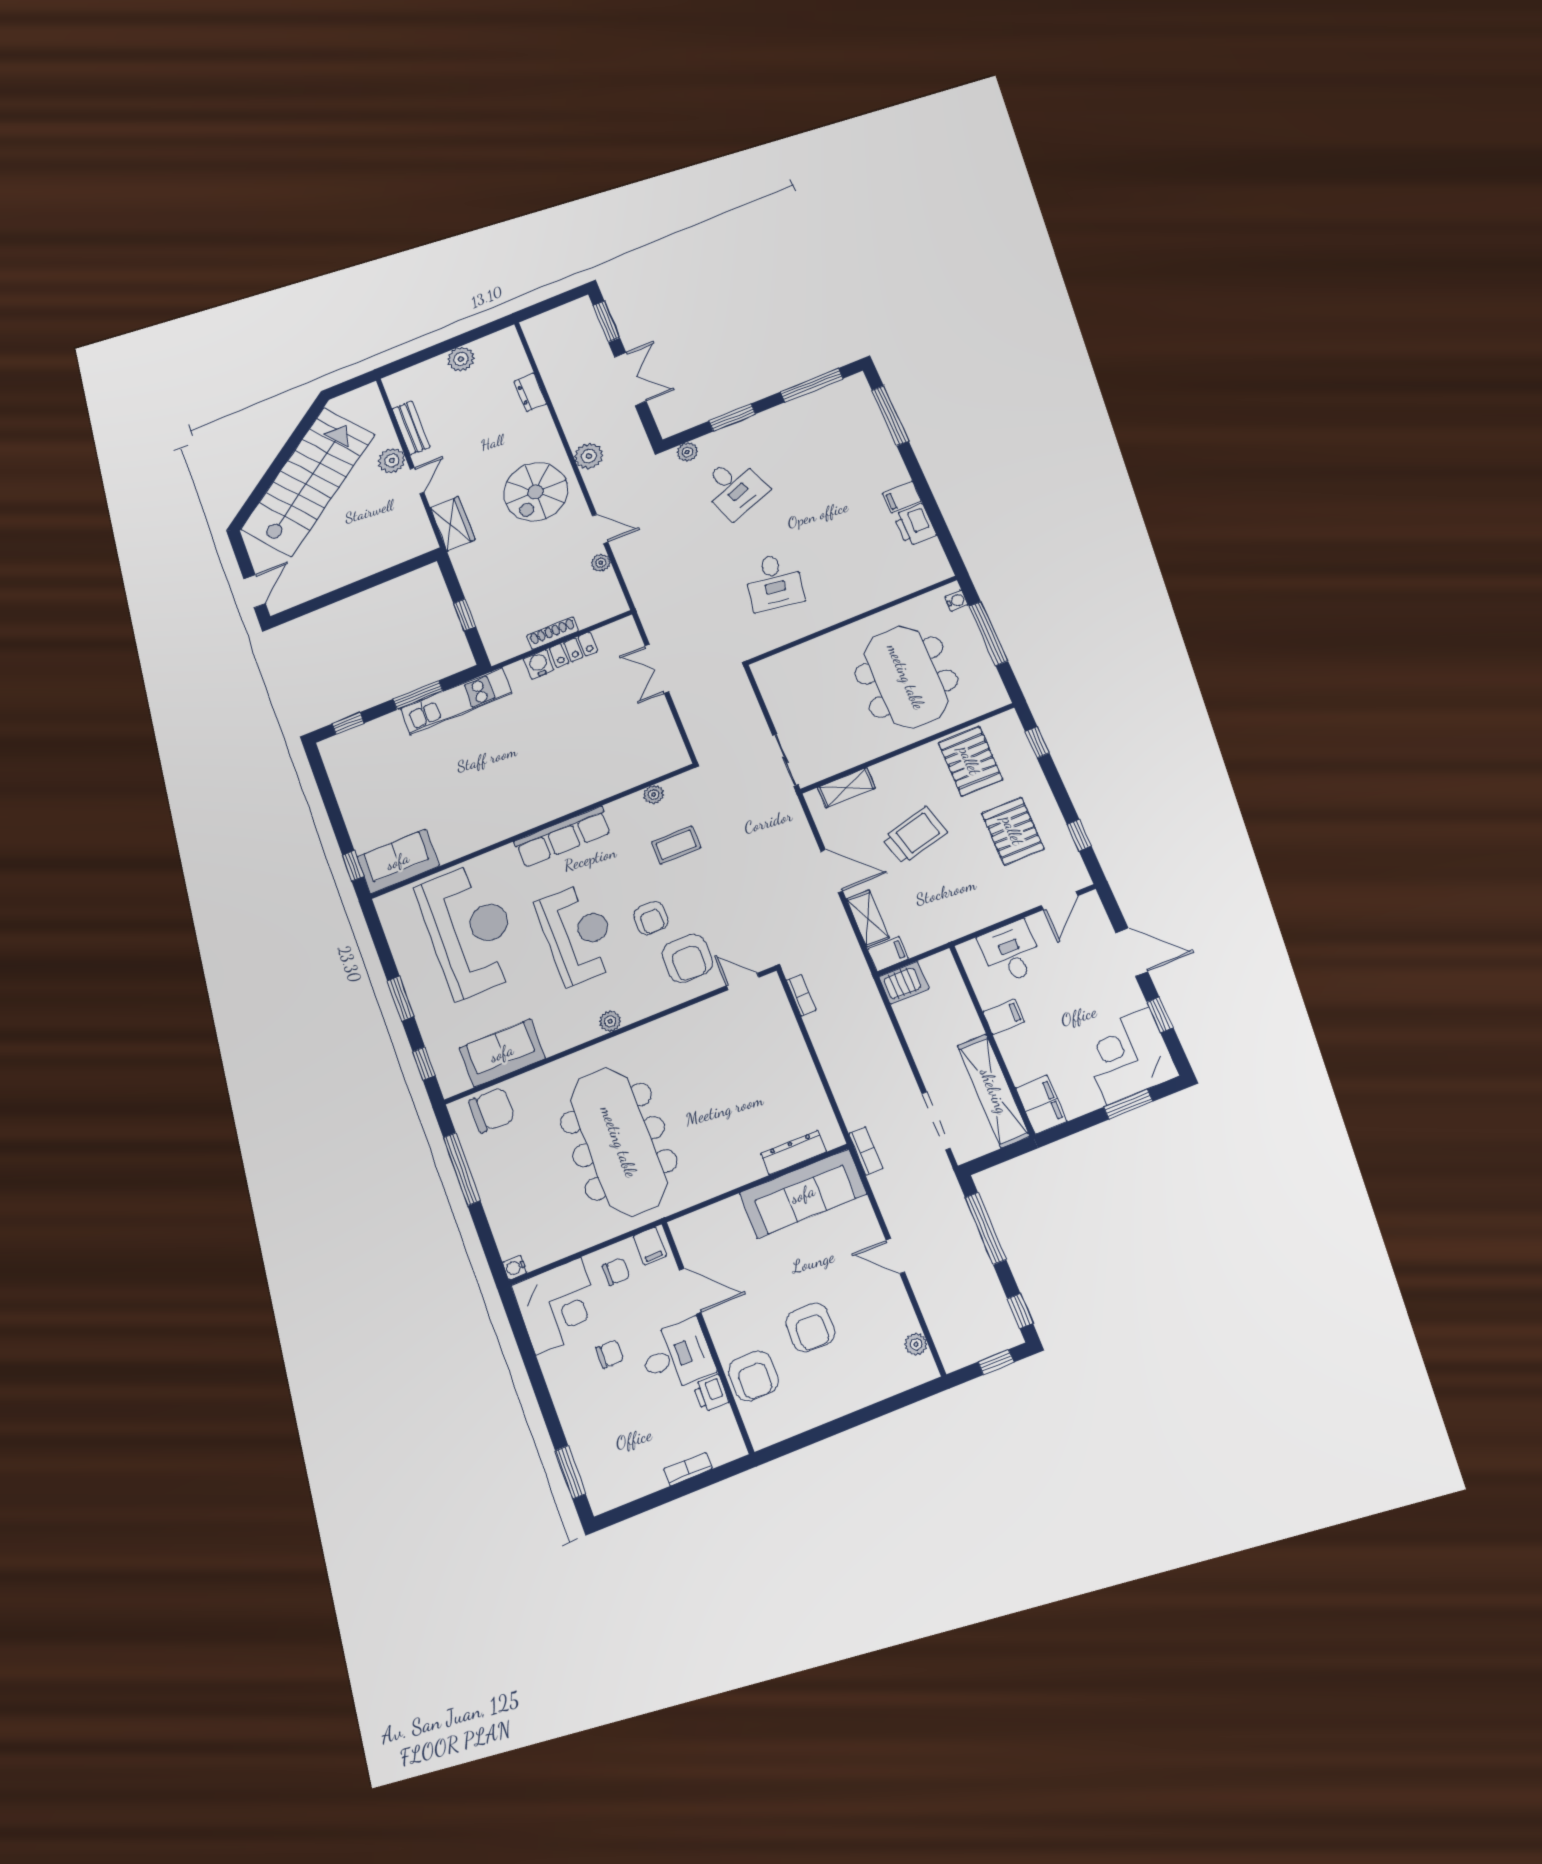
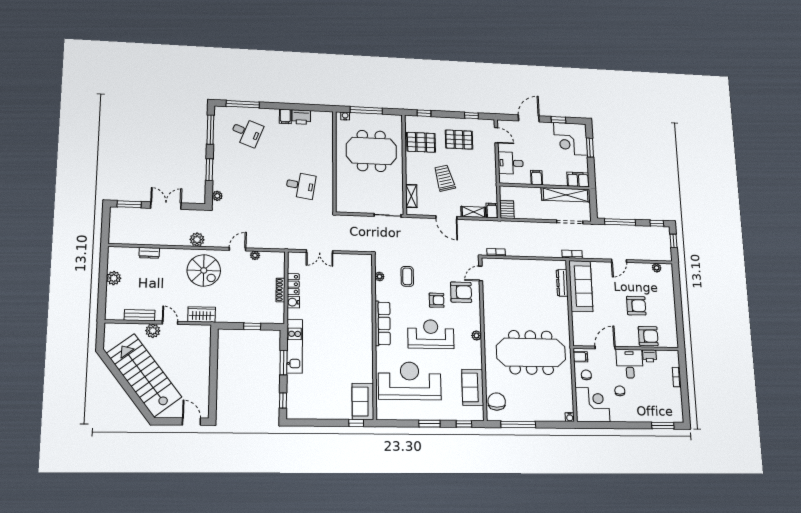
desk: (734, 488) -> (247, 132), moved, turned 42
door: (832, 871) -> (446, 217), swing flipped

